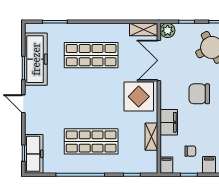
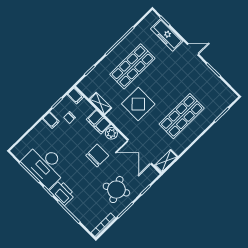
plant: (168, 30) -> (111, 133), moved
freezer: (36, 59) -> (211, 82), removed
double door: (159, 60) -> (140, 152), swing flipped
display table: (139, 97) -> (138, 104), moved
freezer: (34, 154) -> (167, 35), moved

